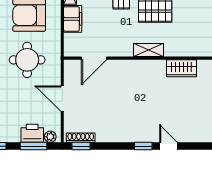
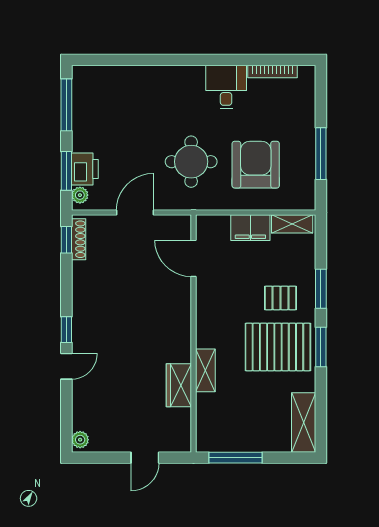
shelving: (149, 50) -> (205, 370), moved

